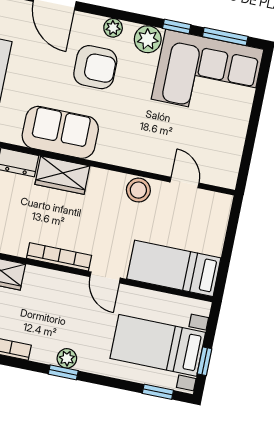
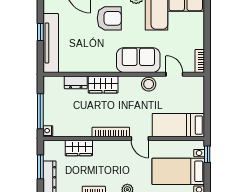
sofa: (60, 132) -> (138, 60), moved
bookcase: (231, 169) -> (200, 61), added
window: (205, 361) -> (207, 154), moved

